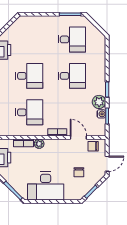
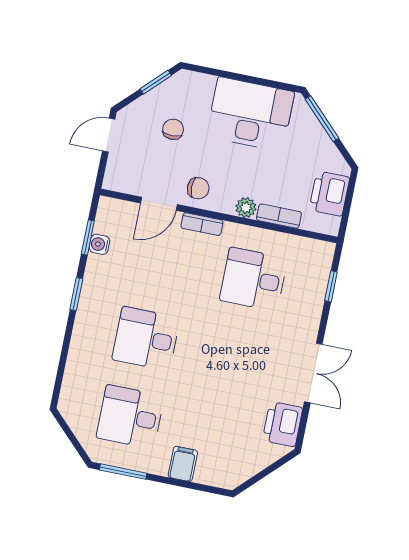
filing cabinet: (44, 23) -> (183, 464), added
desk: (29, 76) -> (238, 357), removed
plant: (99, 102) -> (99, 271), removed
door: (78, 138) -> (159, 204), hinge flipped
chair: (93, 146) -> (198, 188), moved

